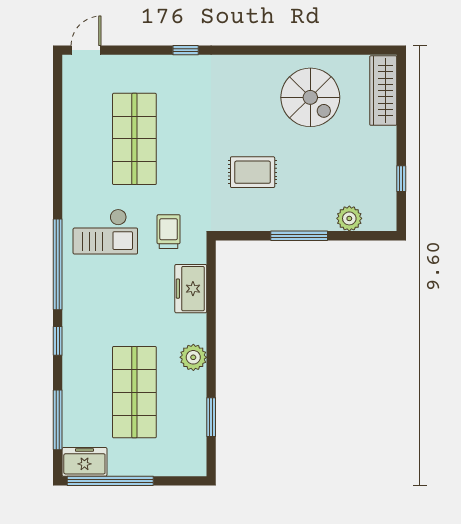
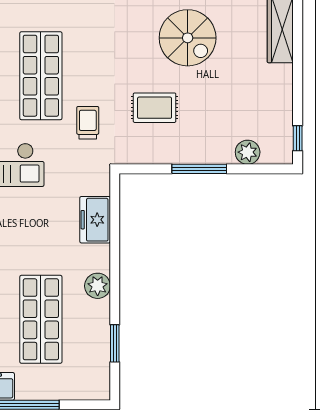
spiral stairs: (310, 97) -> (188, 38), moved
window: (401, 179) -> (298, 138), moved
trolley: (169, 232) -> (88, 123), moved

